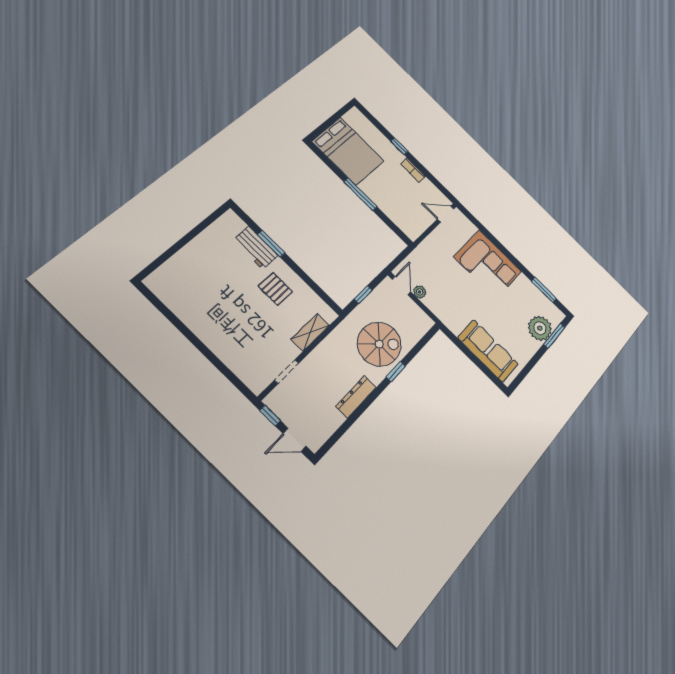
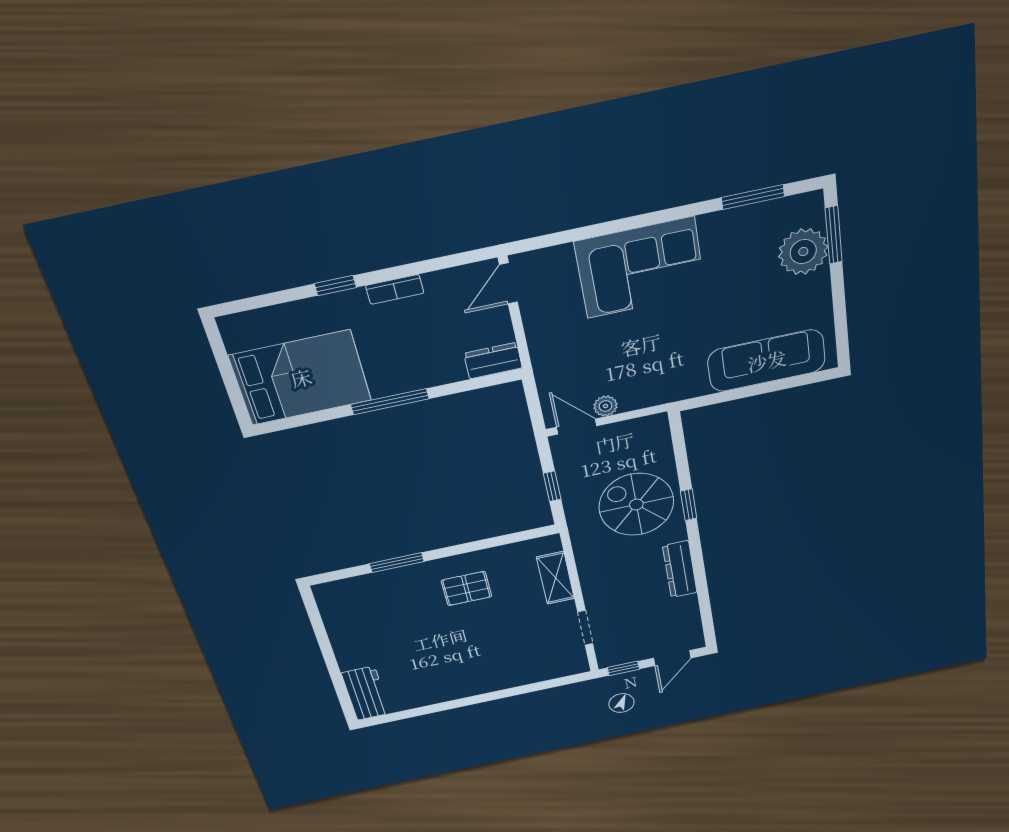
dresser: (408, 228) -> (493, 361), added
workbench: (256, 248) -> (366, 693), moved, turned -90
spiral stairs: (379, 344) -> (636, 504), turned -90

